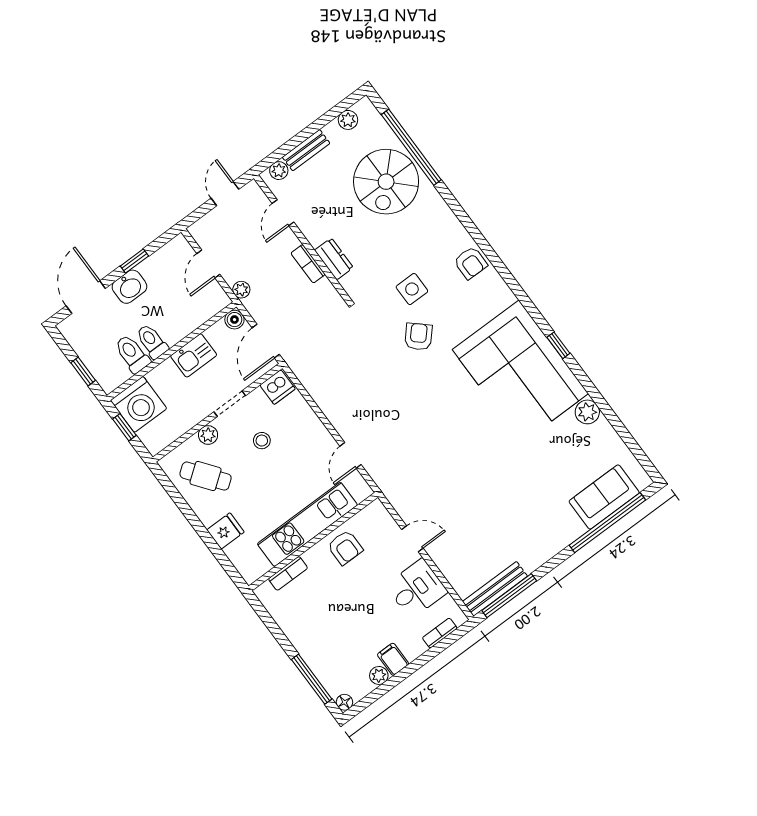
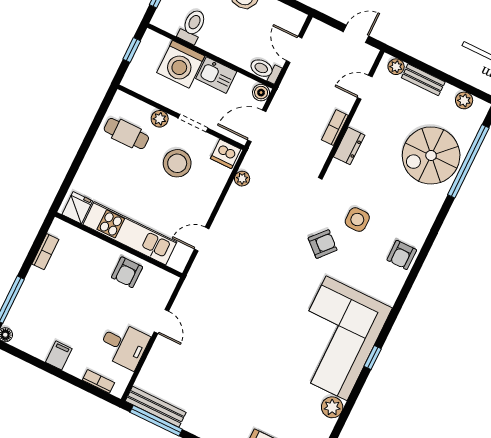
door: (208, 264) -> (294, 49), hinge flipped
plant: (241, 290) -> (242, 179), moved
toilet: (152, 341) -> (265, 70), moved, turned -90
washing machine: (139, 404) -> (181, 64), moved
stool: (262, 441) -> (177, 163), width x1.89, depth x1.89
cafe table: (206, 476) -> (126, 134), turned -53
fridge: (225, 531) -> (77, 208), moved, turned -90
bookcase: (288, 573) -> (45, 252), moved, turned -90
plant: (379, 675) -> (40, 351), removed

